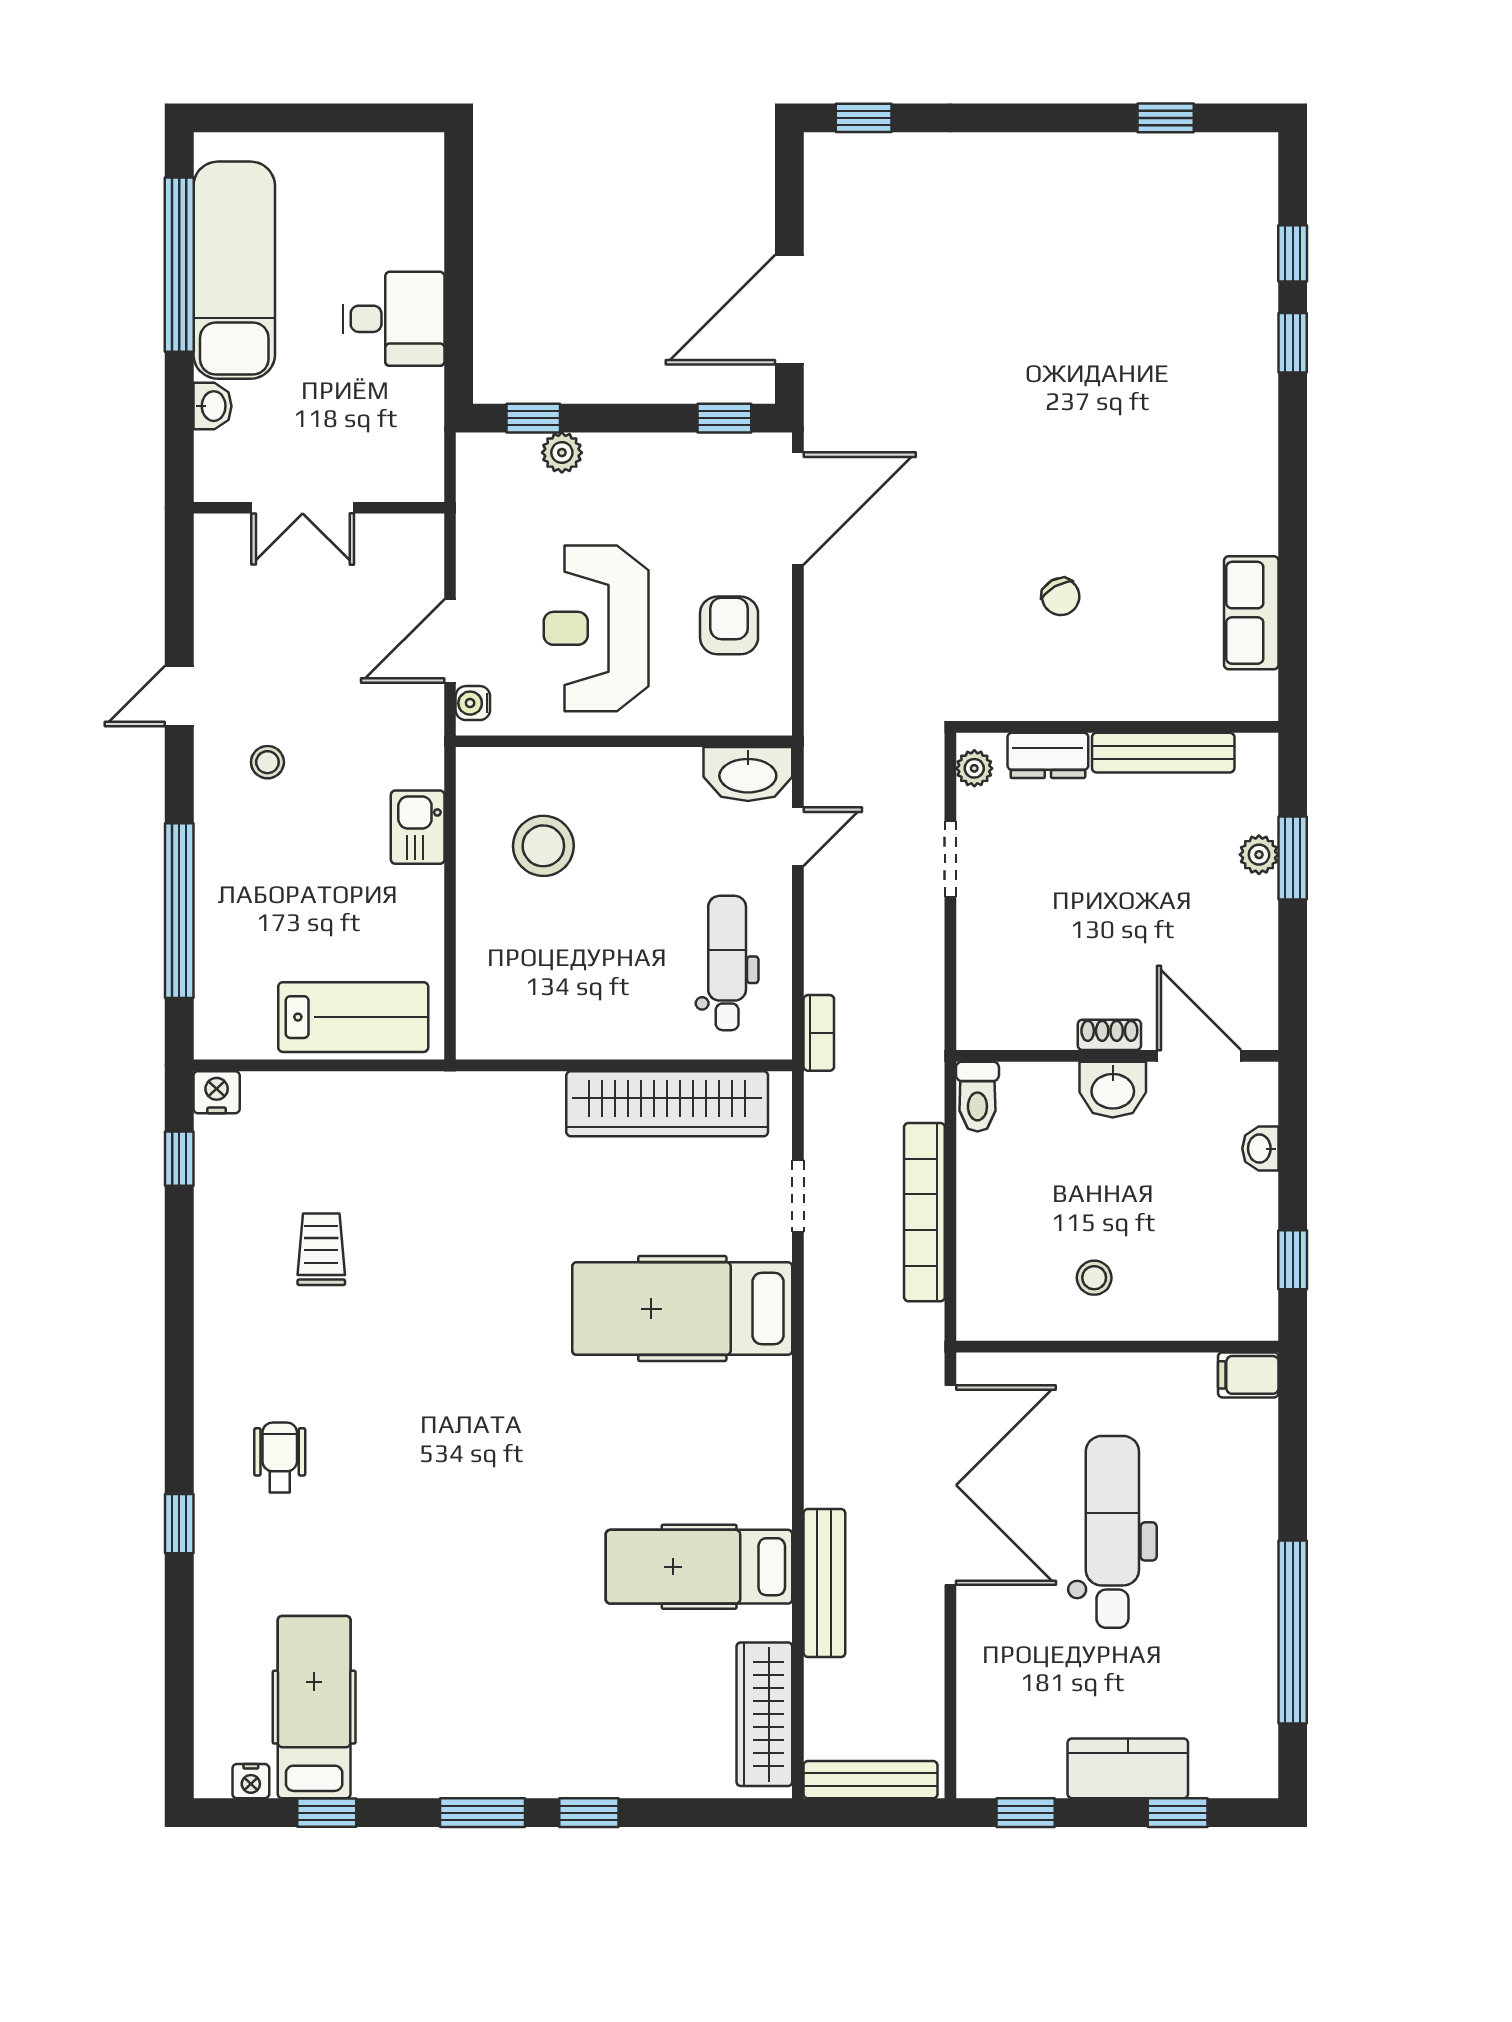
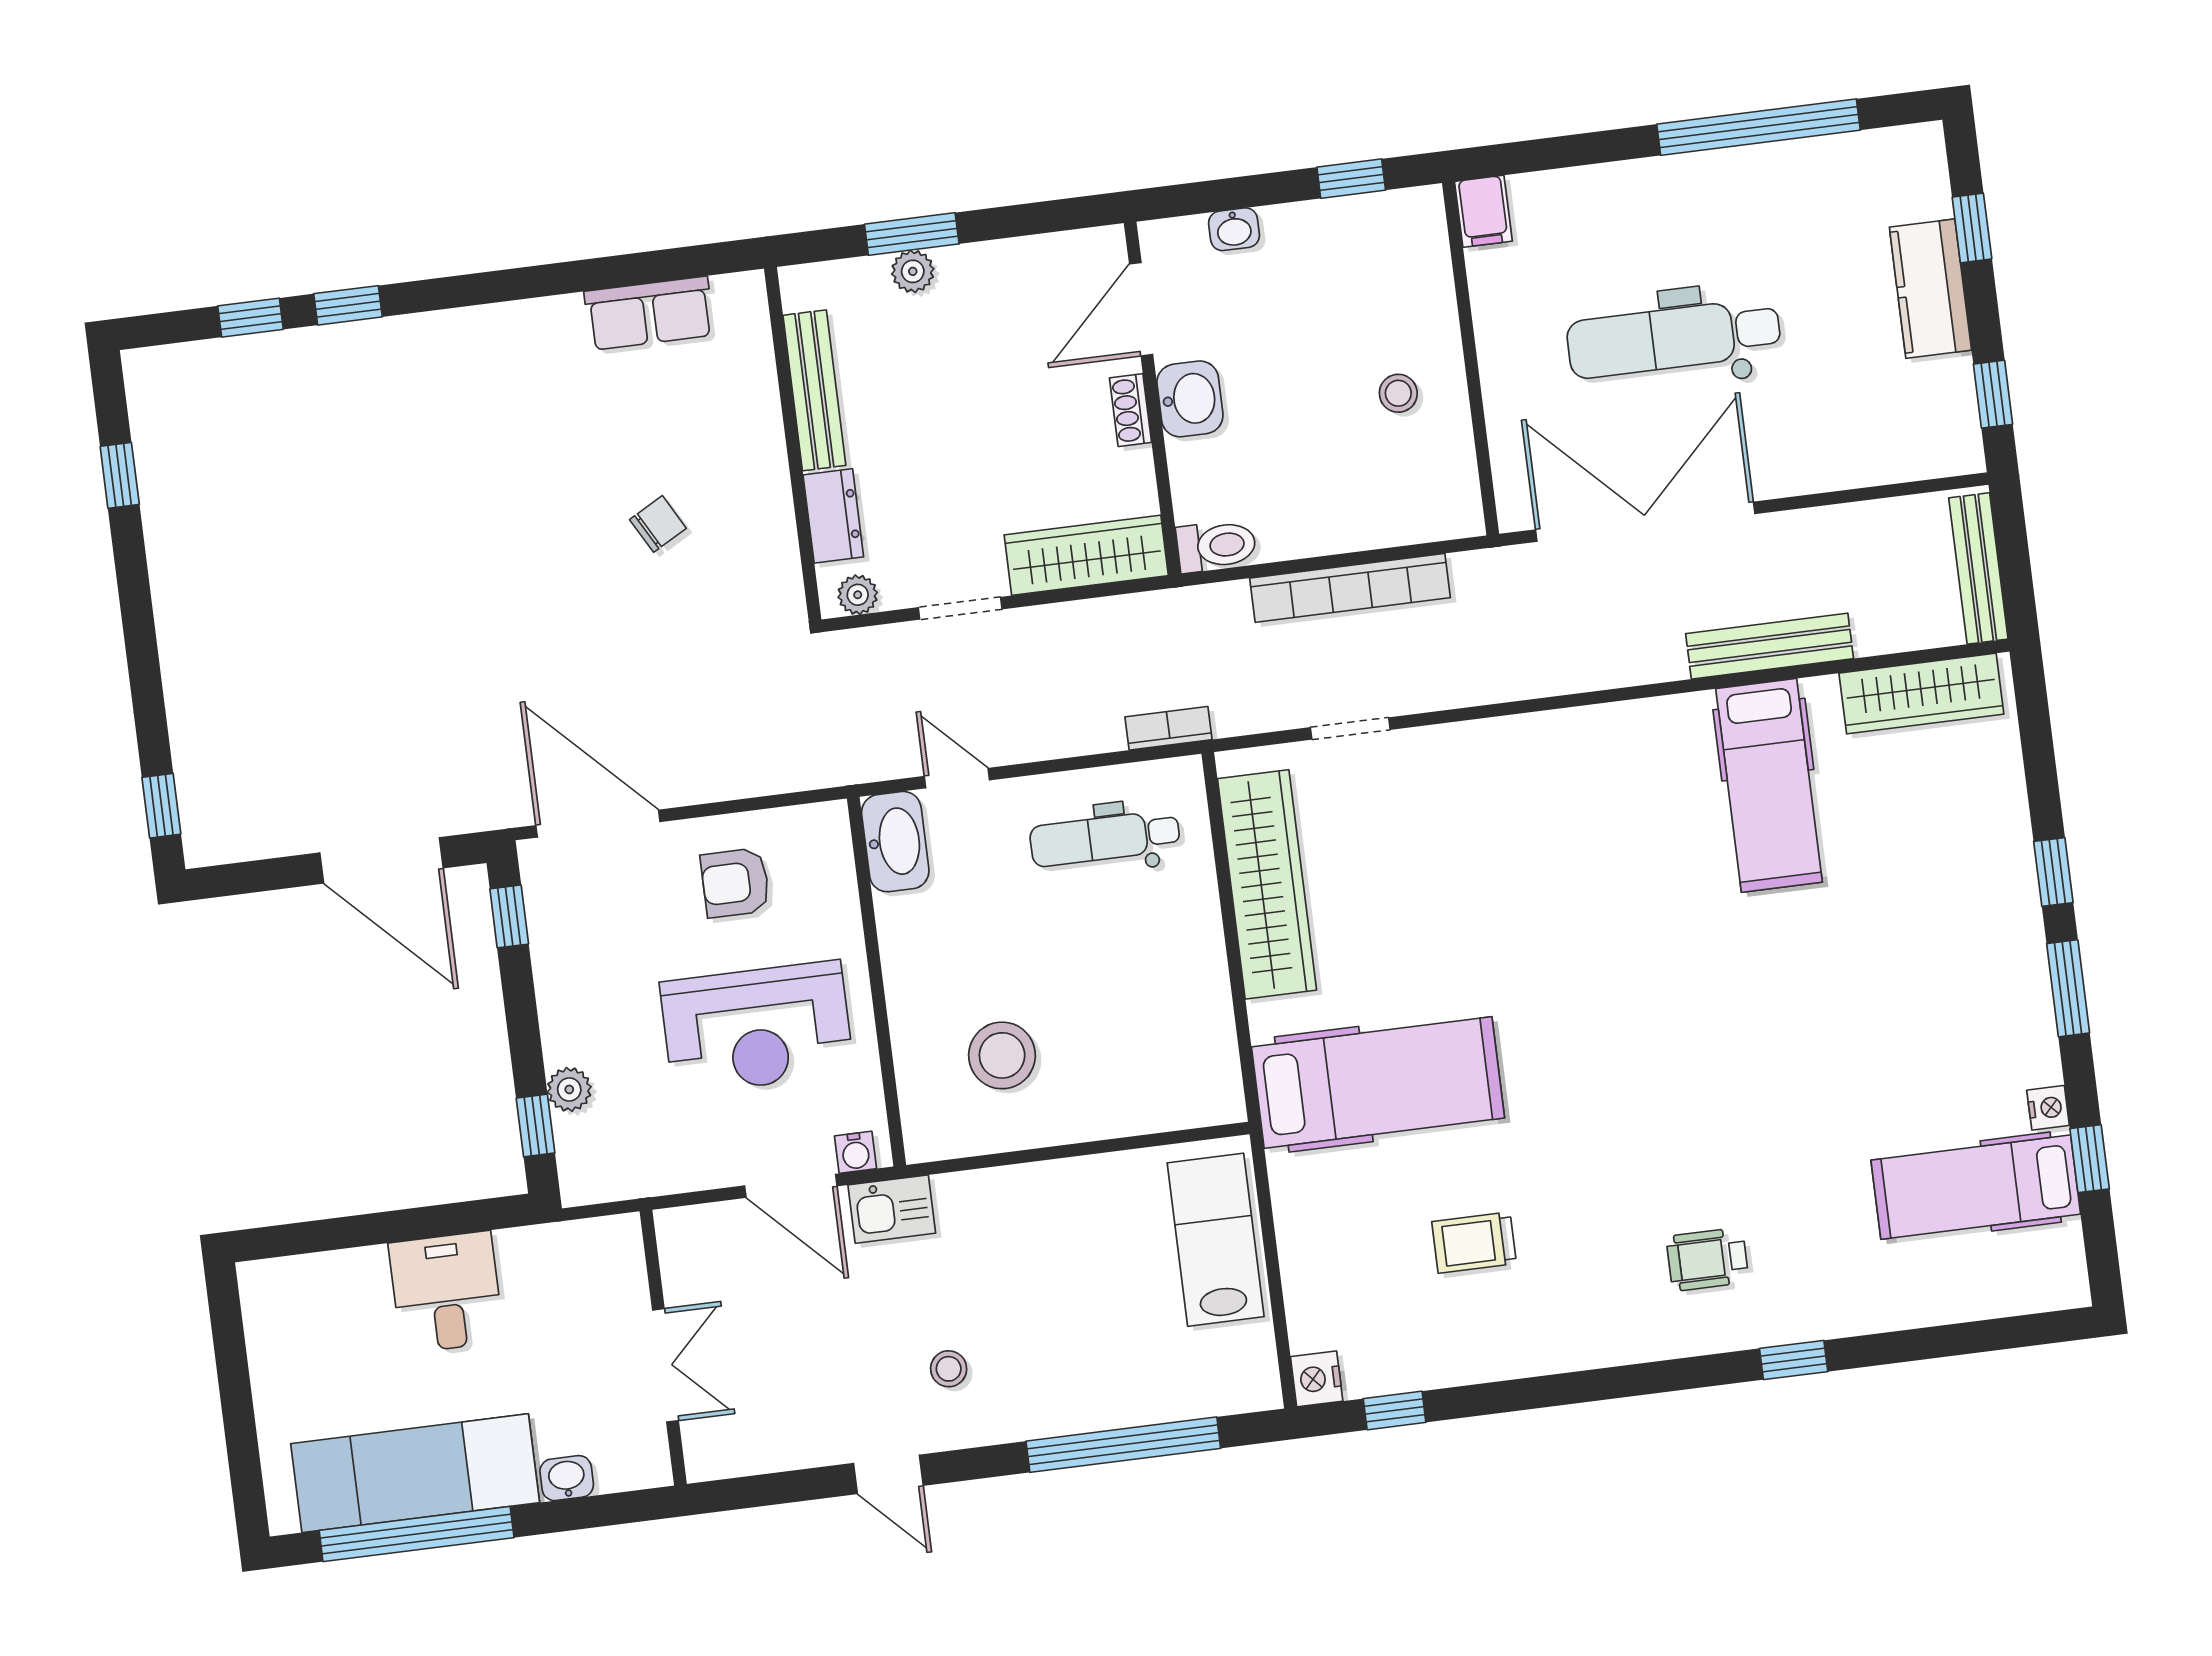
kitchen sink: (418, 827) -> (892, 1209), moved
wardrobe: (984, 978) -> (1086, 555), added
hospital bed: (682, 1309) -> (1378, 1082), moved, turned -90
nightstand: (251, 1781) -> (2048, 1108), moved

